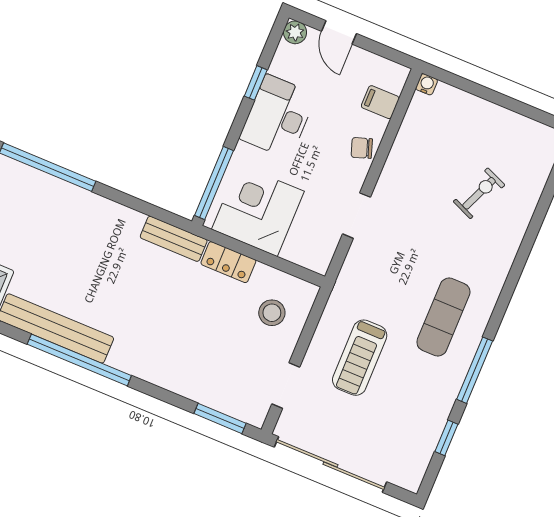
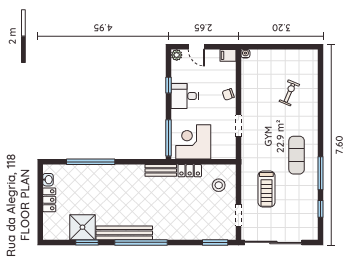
filing cabinet: (380, 102) -> (228, 55), moved
desk: (278, 117) -> (185, 96), width x0.73

